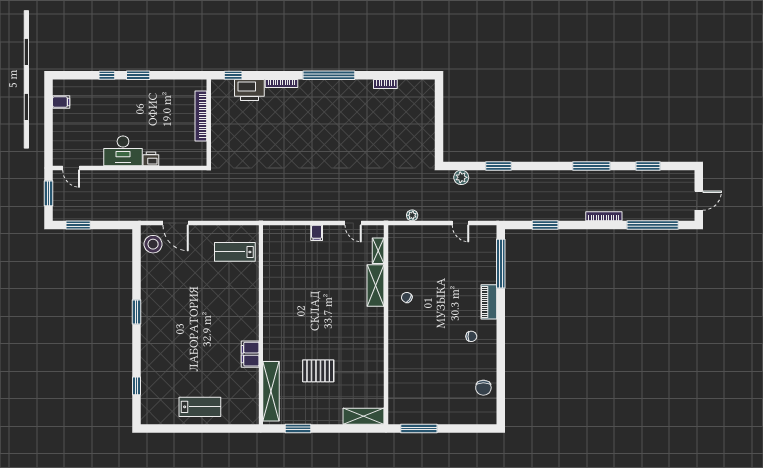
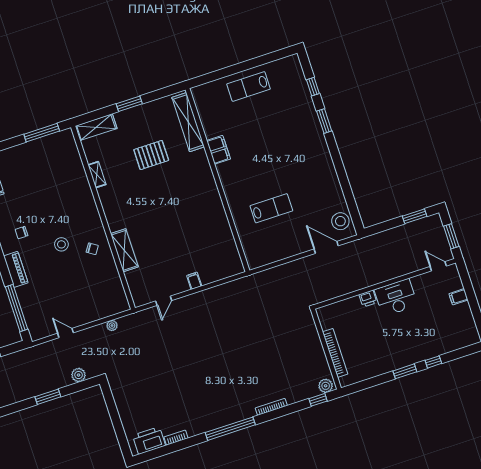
plant: (221, 87) -> (326, 386), added
printer: (249, 90) -> (149, 440), moved
filing cabinet: (61, 102) -> (458, 297), moved
door: (353, 223) -> (164, 301), swing flipped
shelving: (378, 251) -> (97, 175), moved
lab bench: (235, 252) -> (271, 208), moved
window: (137, 312) -> (324, 121), moved
stool: (436, 312) -> (61, 244), added
window: (298, 428) -> (129, 104), moved

